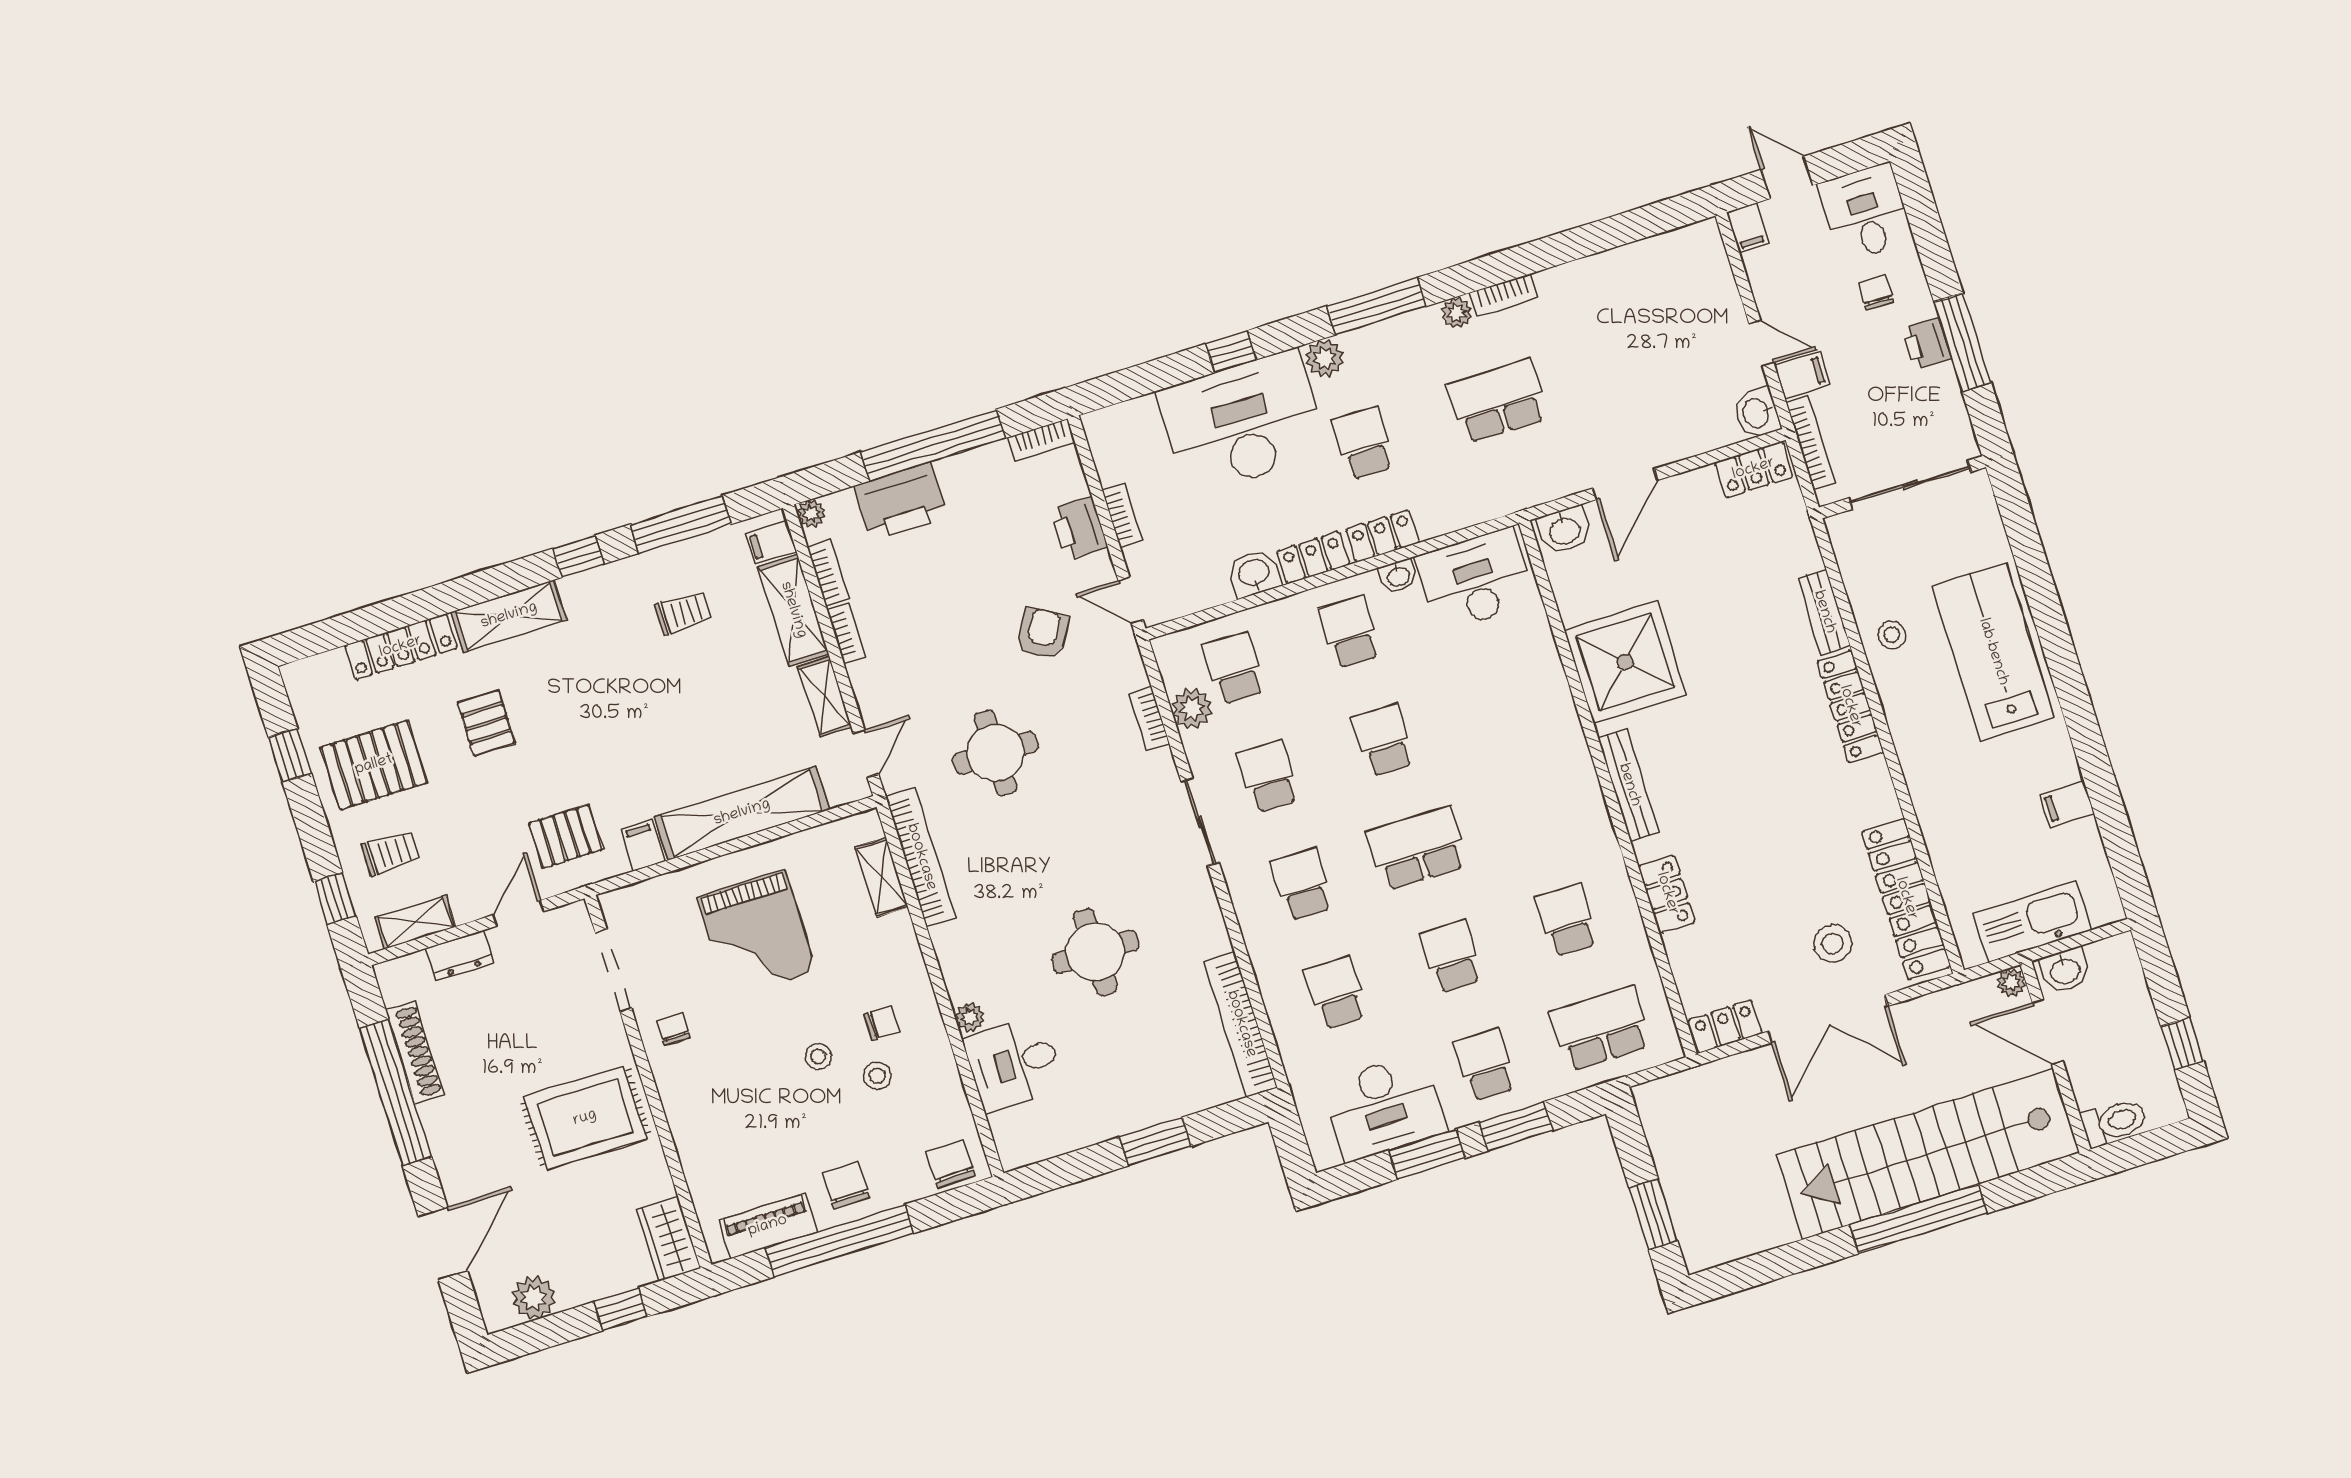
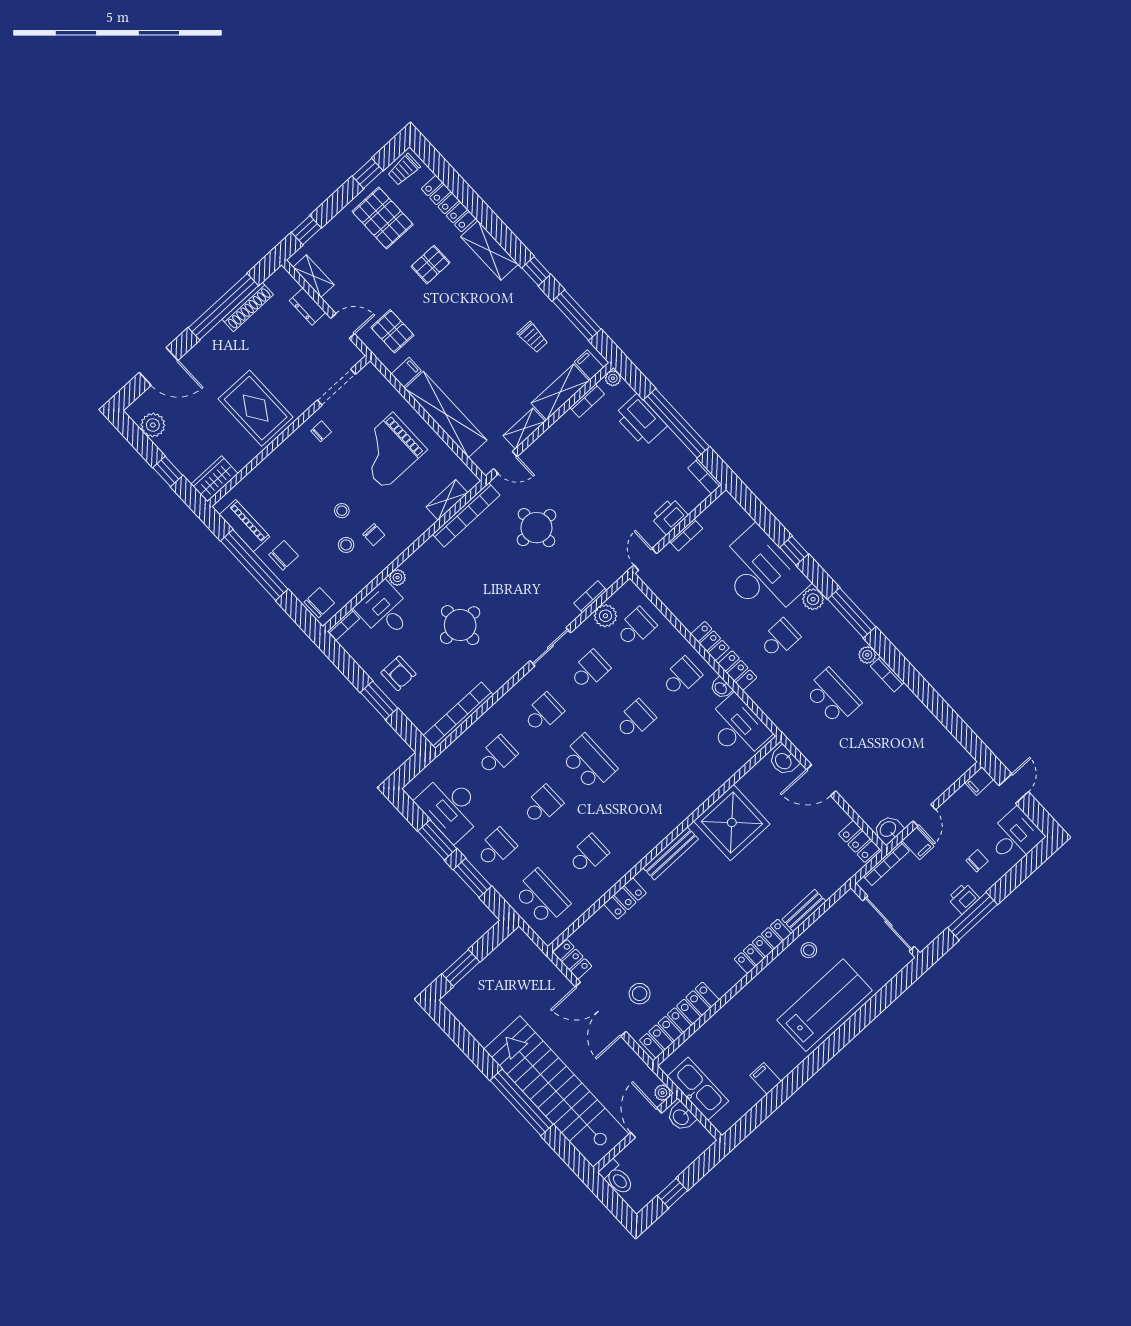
washbasin: (1254, 574) -> (688, 615), removed
bookcase: (846, 633) -> (344, 625), moved
armchair: (1043, 634) -> (398, 673), moved, turned 60
trolley: (391, 853) -> (404, 170), moved, turned 90

